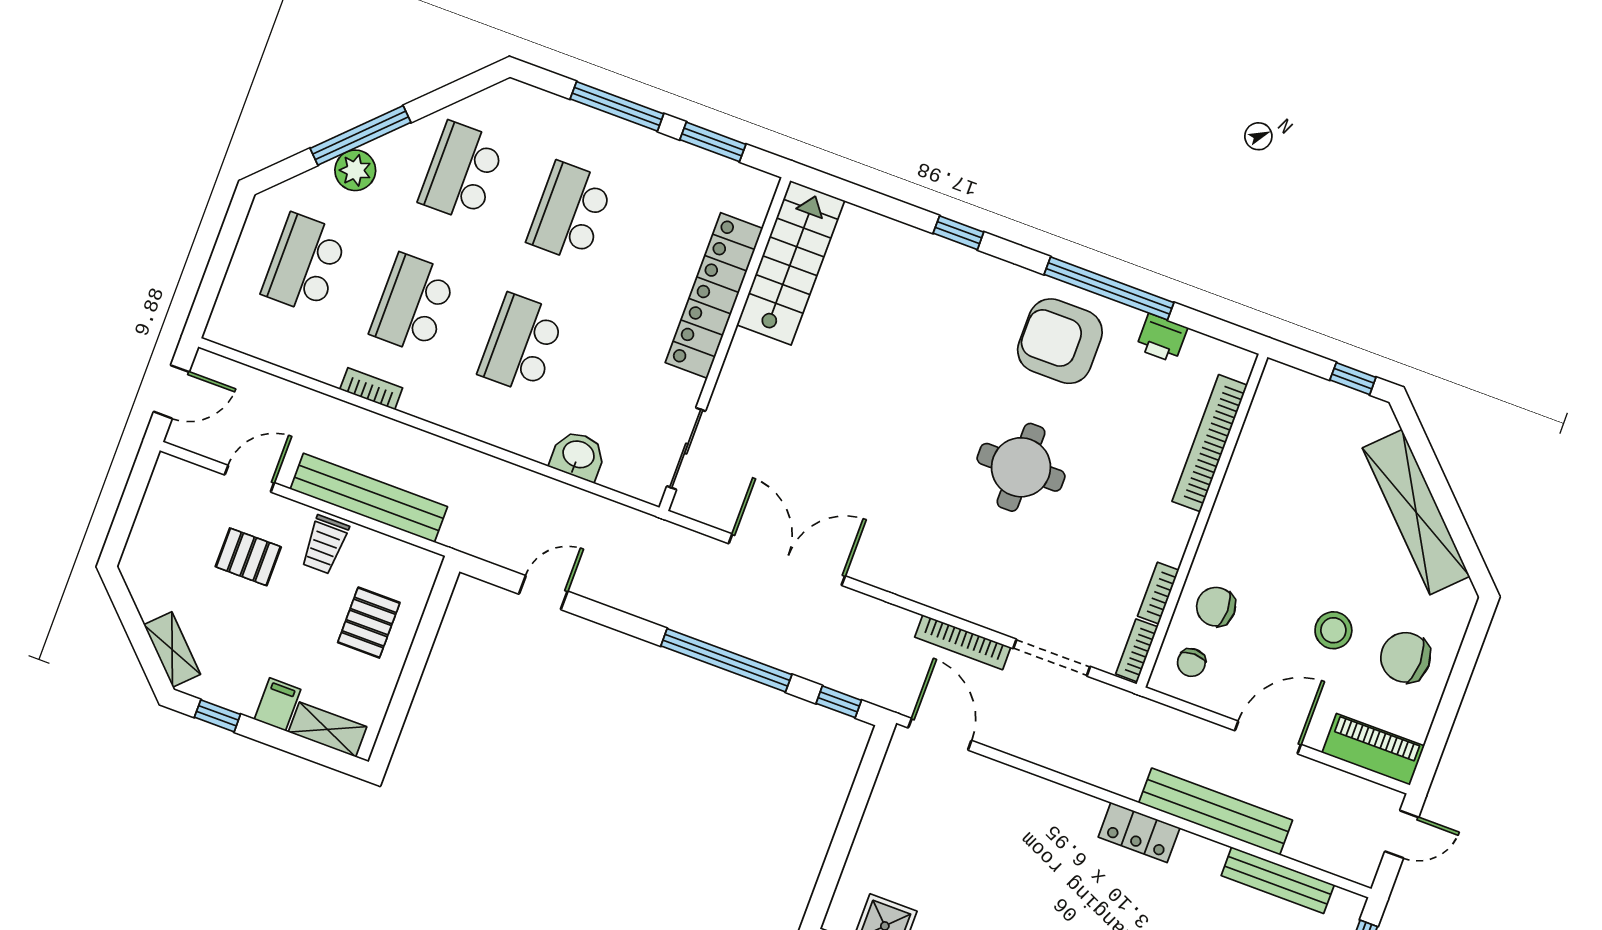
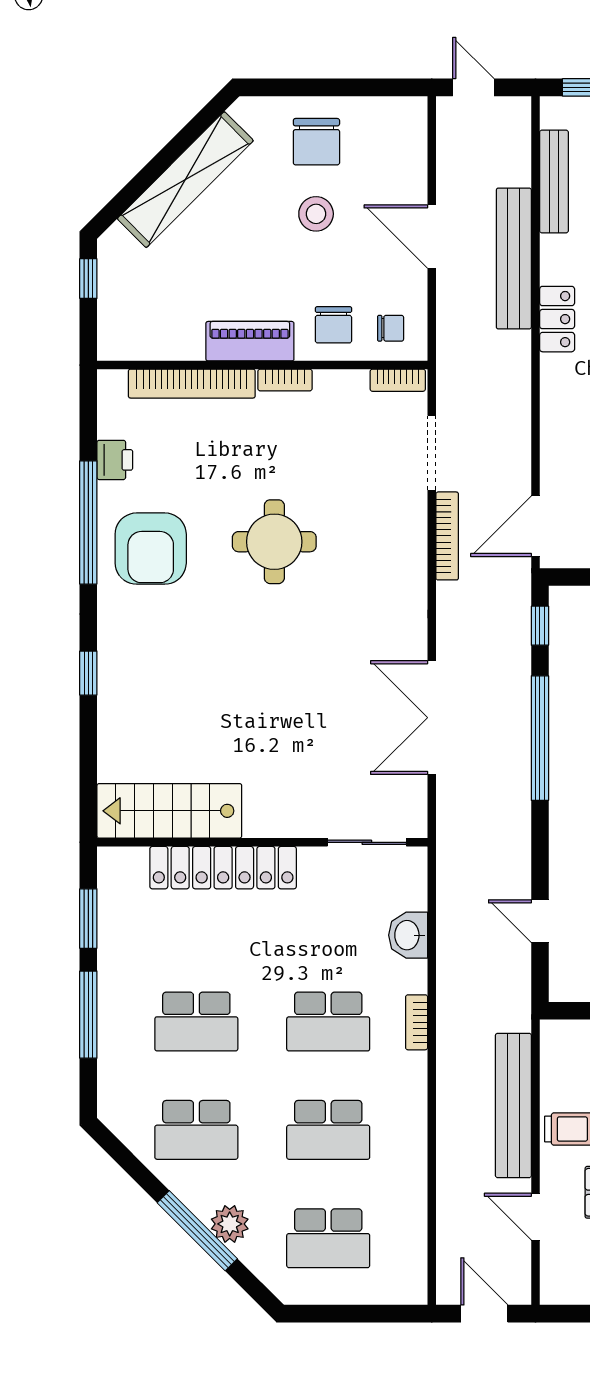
bookcase: (371, 389) -> (417, 1022), moved
bookcase: (1158, 593) -> (285, 380), moved
piano: (1373, 749) -> (250, 341), moved, turned 90

